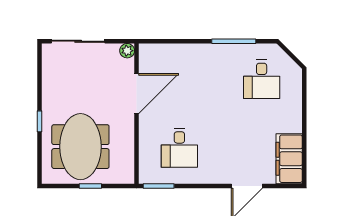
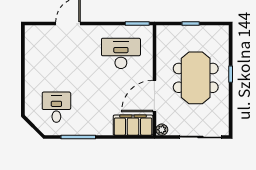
meeting table: (80, 147) -> (196, 78), moved
desk: (179, 148) -> (121, 53), width x1.37
filing cabinet: (289, 159) -> (133, 125), moved, turned -90

